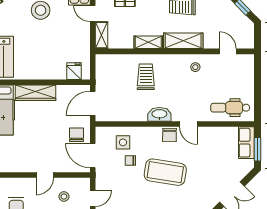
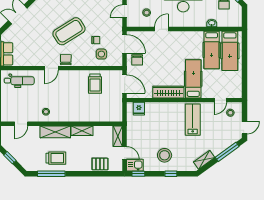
door: (228, 51) -> (21, 124), hinge flipped
trolley: (146, 77) -> (95, 84), moved
door: (93, 103) -> (125, 84), hinge flipped
washbasin: (159, 114) -> (73, 76), removed
door: (188, 124) -> (51, 68), swing flipped
coffee table: (165, 172) -> (69, 31), turned -41

